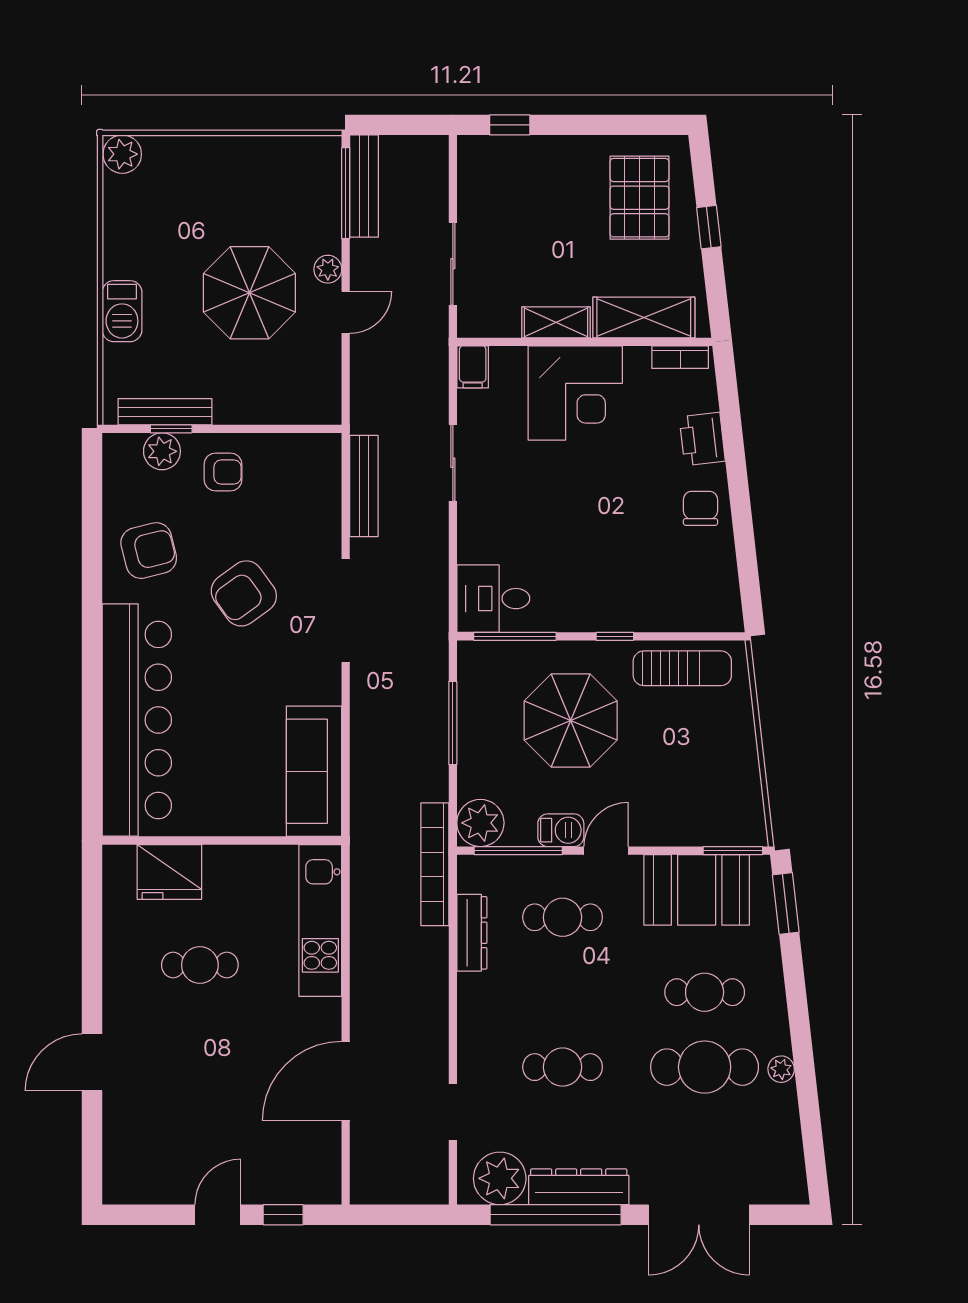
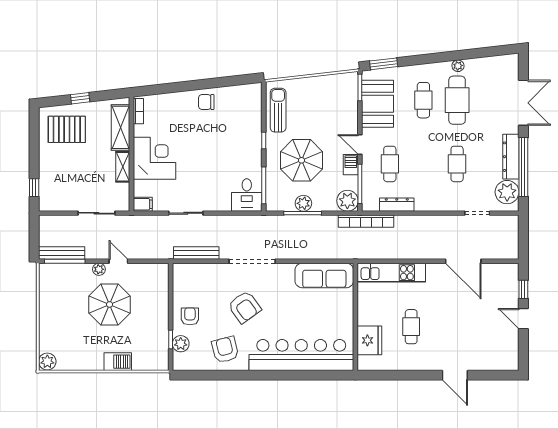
bench: (165, 412) -> (163, 342), removed
printer: (702, 439) -> (175, 101), removed
plant: (475, 725) -> (303, 203), added

